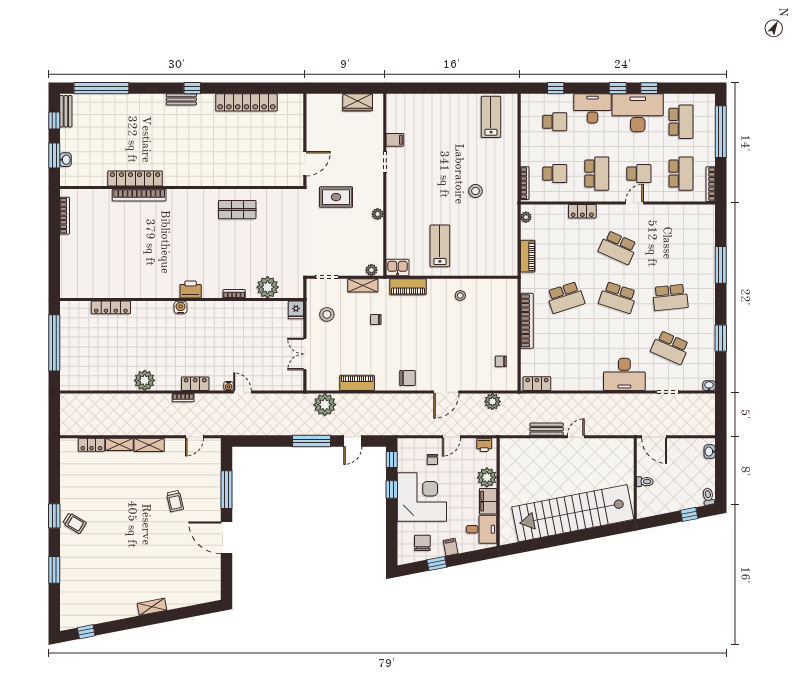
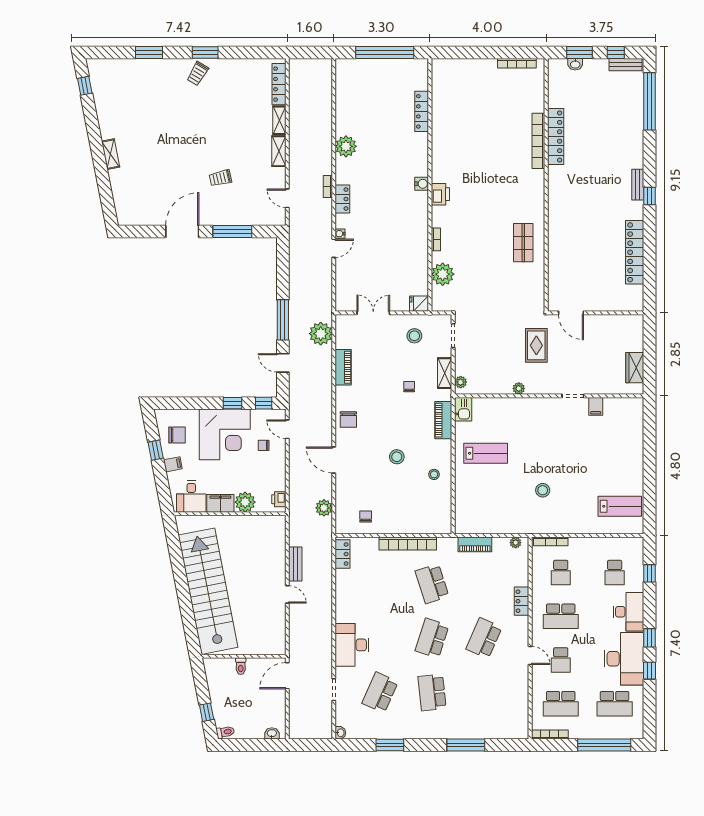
stool: (443, 331) -> (397, 457), added
door: (451, 437) -> (287, 429), moved
locker: (91, 445) -> (279, 84), width x1.53

